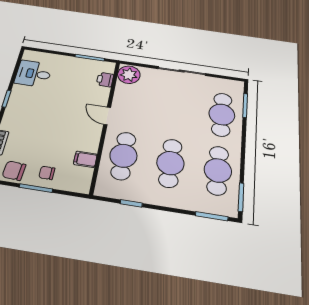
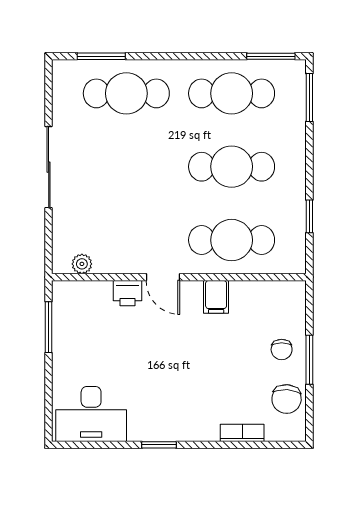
desk: (33, 74) -> (91, 414), width x1.37
plant: (129, 75) -> (82, 264), width x0.53, depth x0.53
printer: (105, 80) -> (128, 293), moved
door: (107, 116) -> (163, 277), hinge flipped
filing cabinet: (85, 159) -> (216, 297), moved

